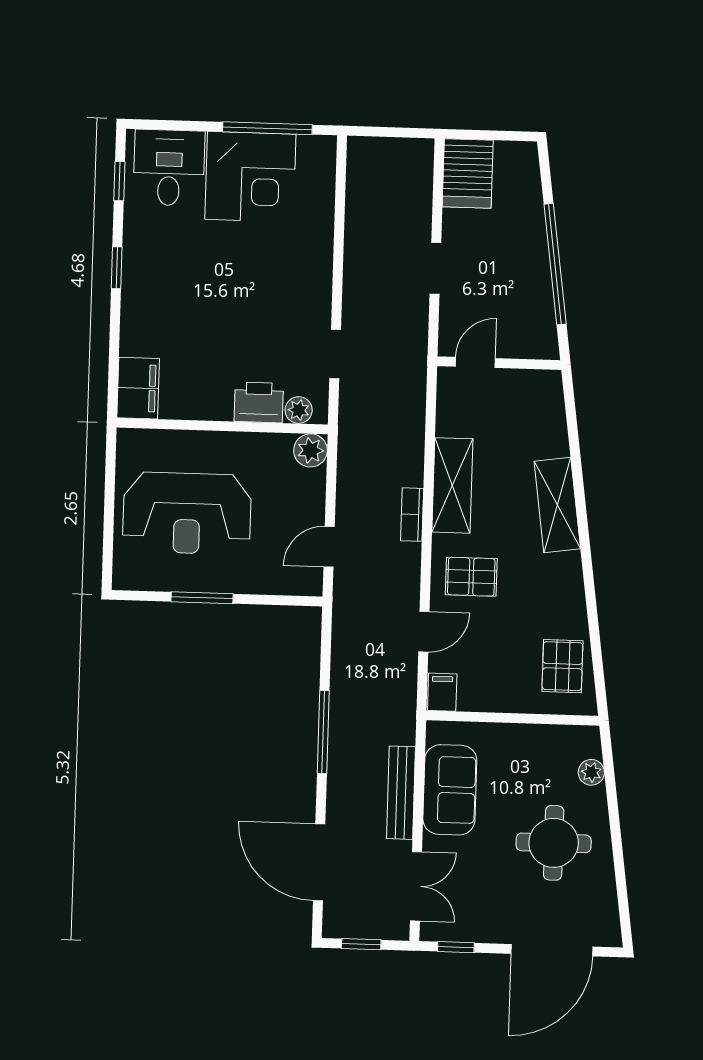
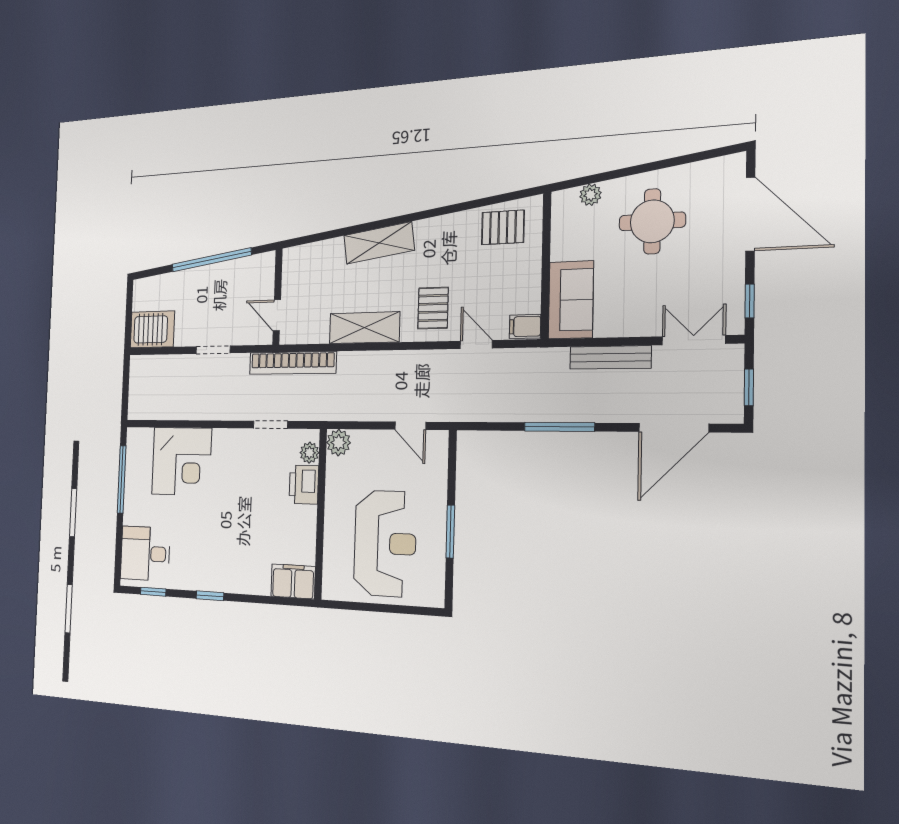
corner desk: (250, 177) -> (182, 461), moved, turned 90
bookcase: (412, 515) -> (293, 363), moved, width x2.31, depth x1.31
sofa: (450, 790) -> (571, 300), moved, turned 90

